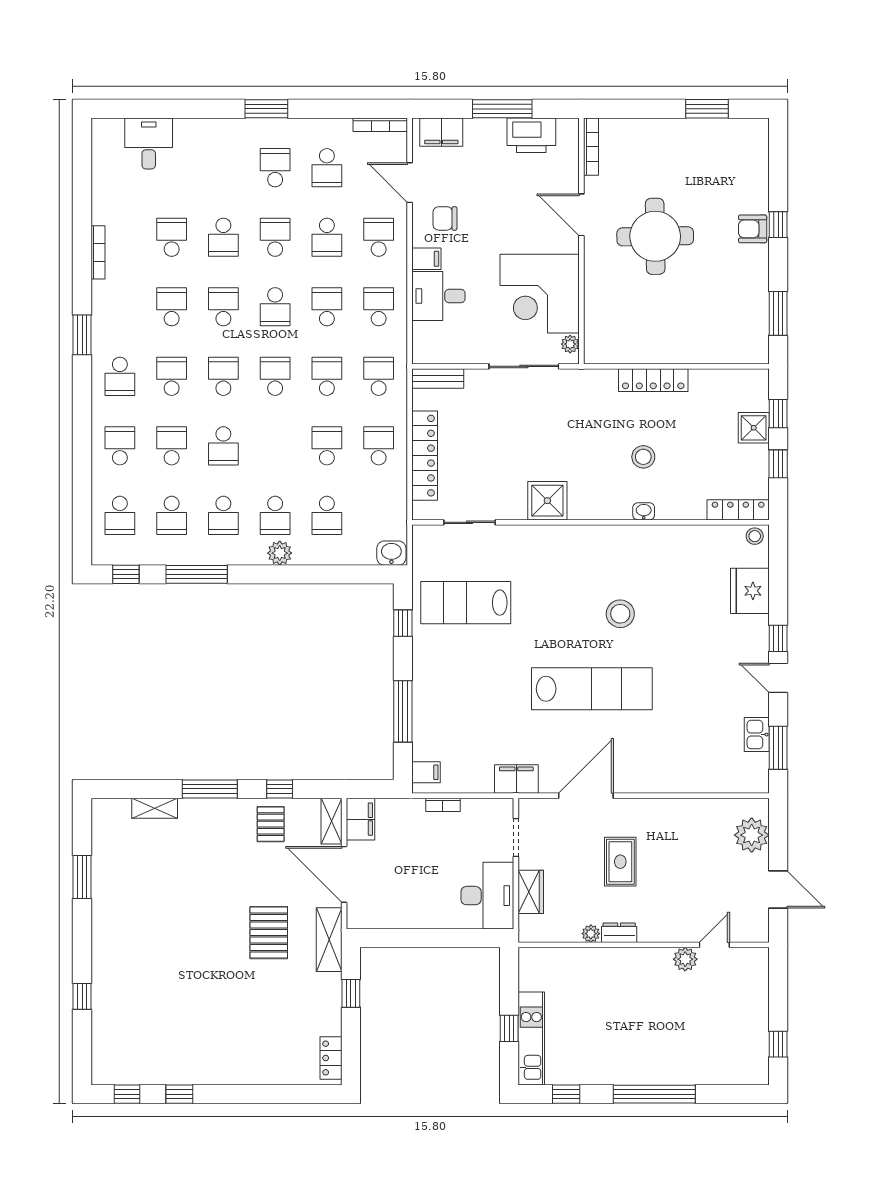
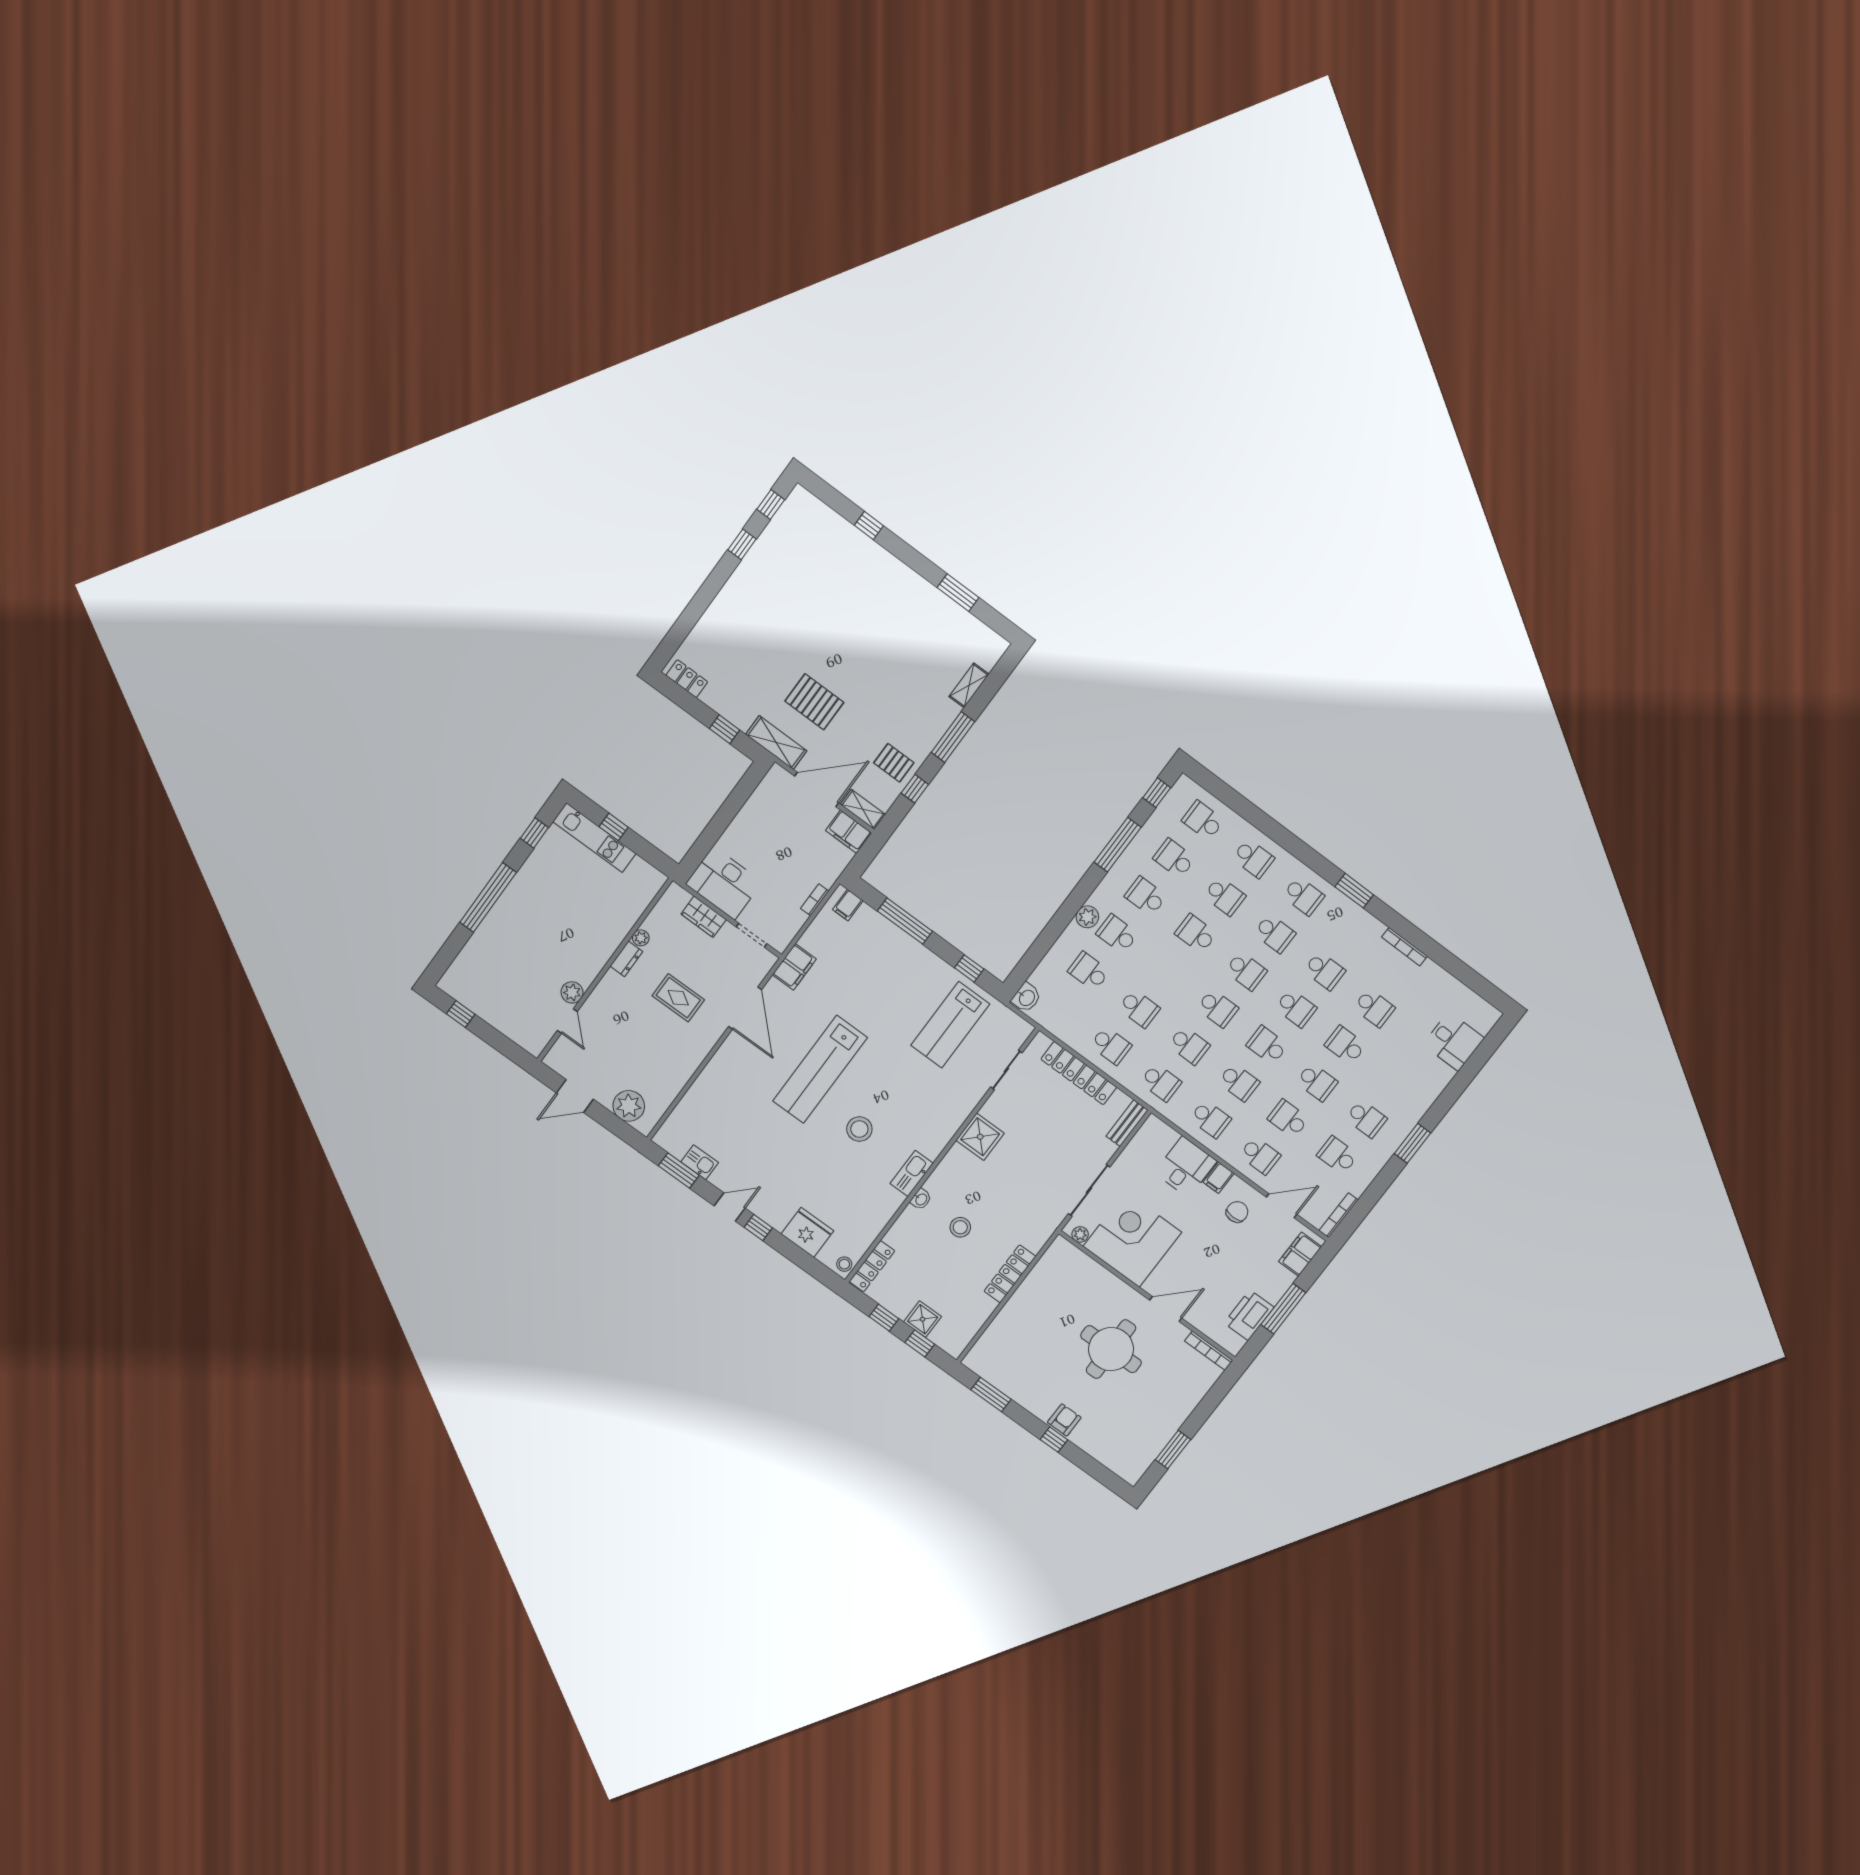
school desk: (120, 376) -> (1303, 896), turned 180
kitchen sink: (626, 537) -> (912, 1173), added
lab bench: (466, 603) -> (950, 1025), turned 180

